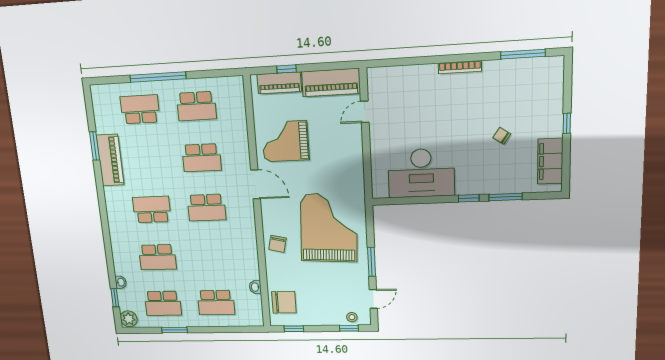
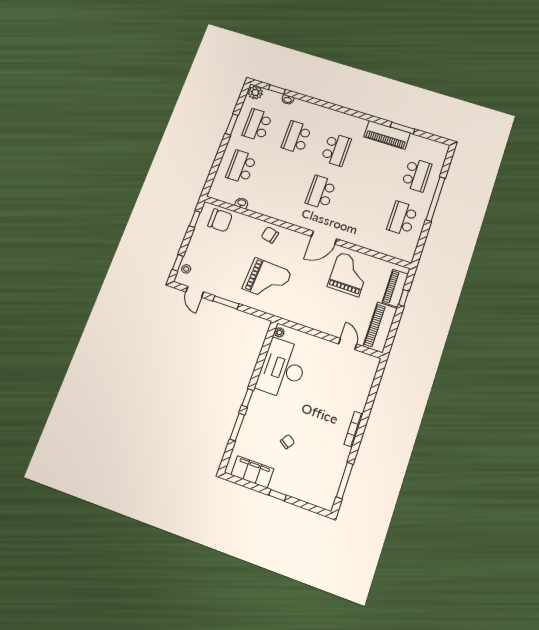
school desk: (202, 158) -> (361, 205), removed
plant: (382, 192) -> (279, 332), added
grand piano: (329, 228) -> (267, 280), width x0.73, depth x0.68
chair: (284, 302) -> (220, 220), turned -90

